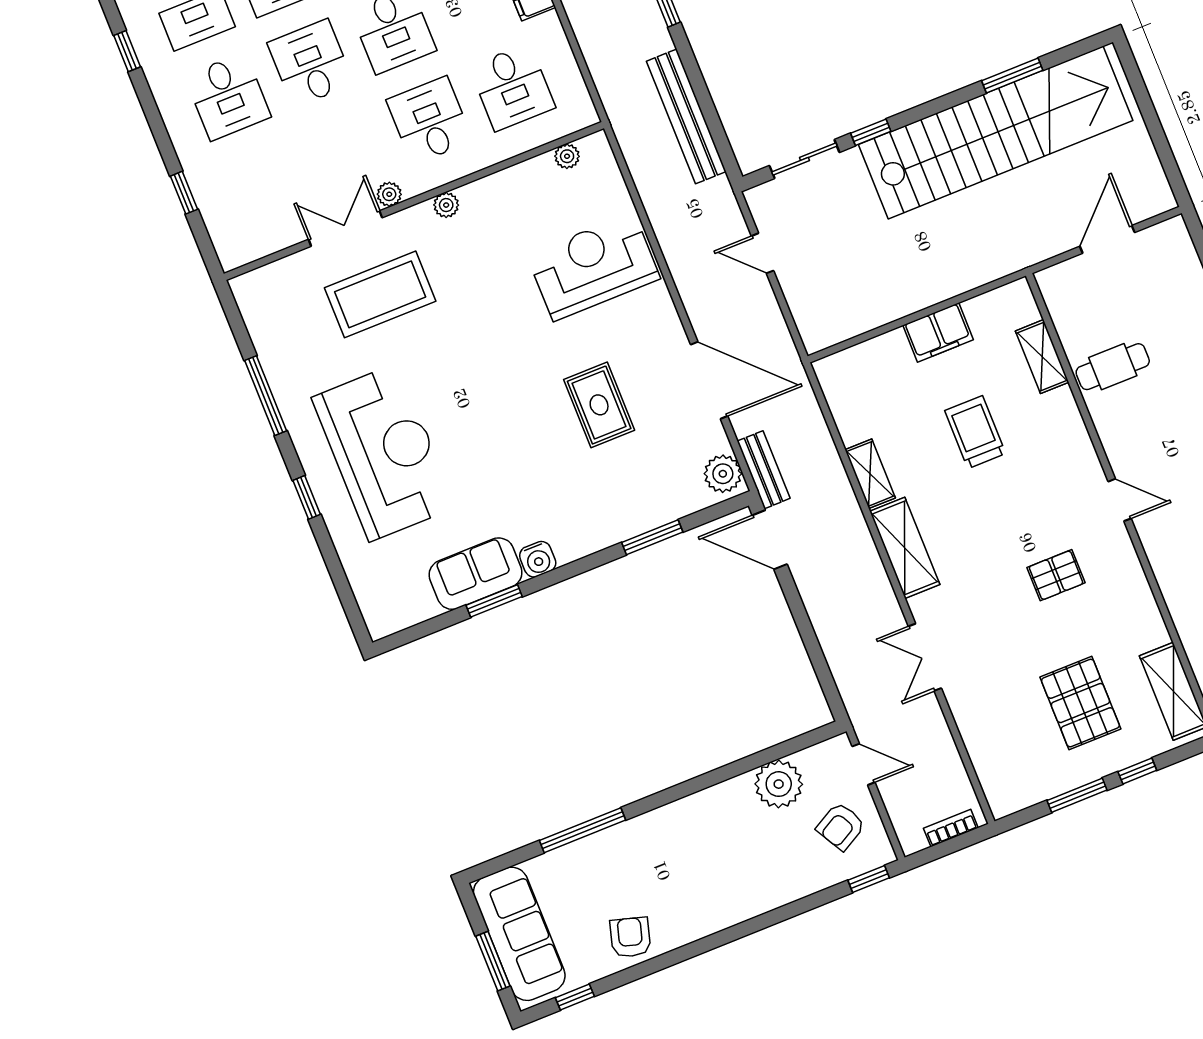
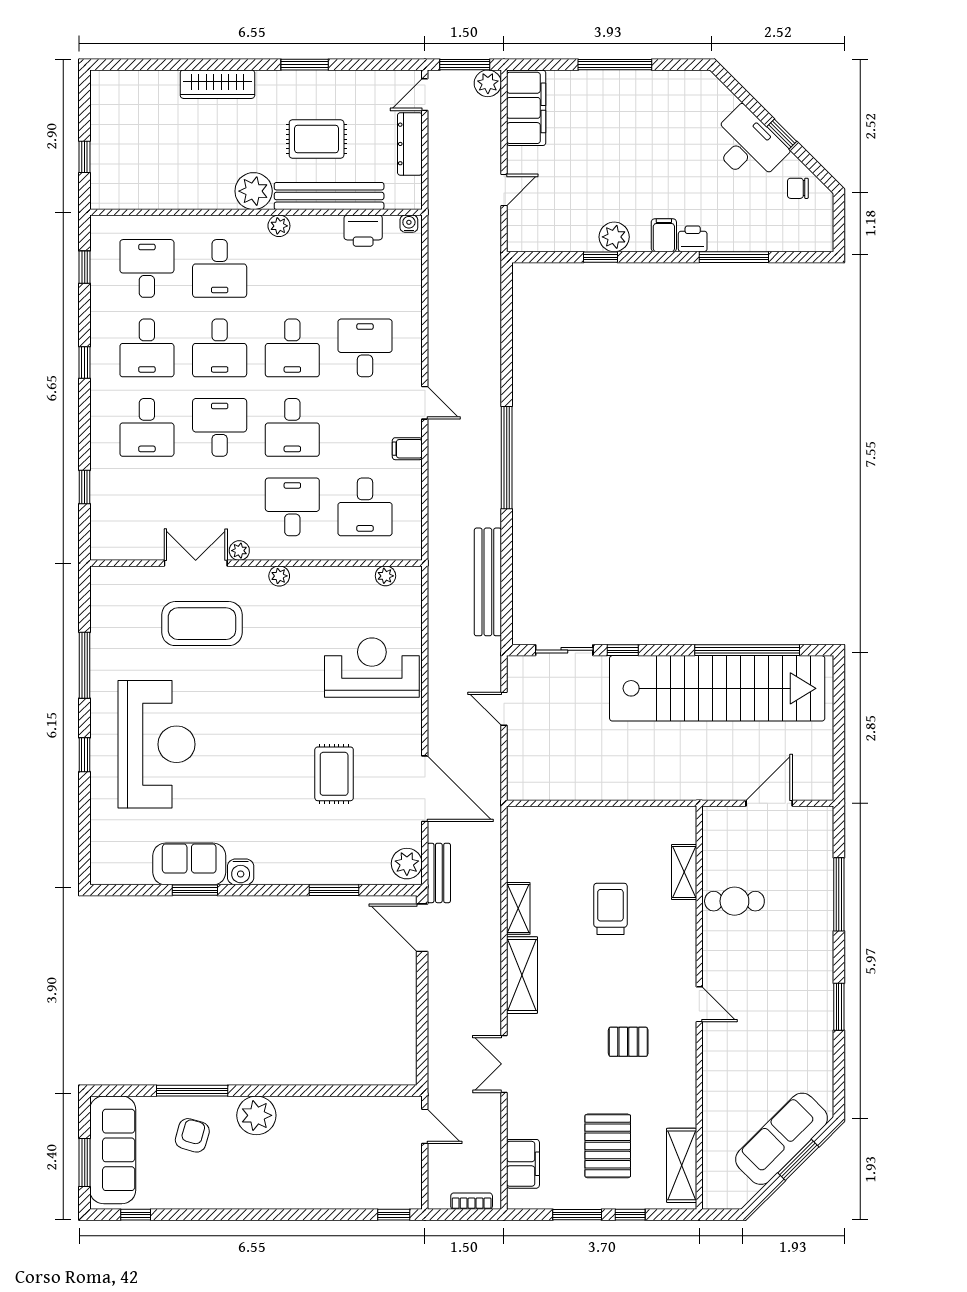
window: (1012, 75) -> (747, 650), width x2.11
filing cabinet: (938, 332) -> (523, 1164), moved, turned -90
plant: (779, 784) -> (256, 1115), moved
armchair: (841, 826) -> (389, 1166), removed
armchair: (630, 937) -> (192, 1135), moved

